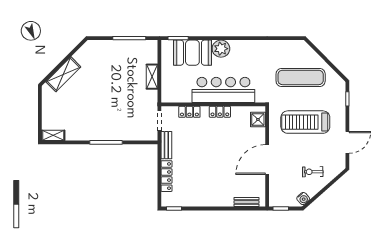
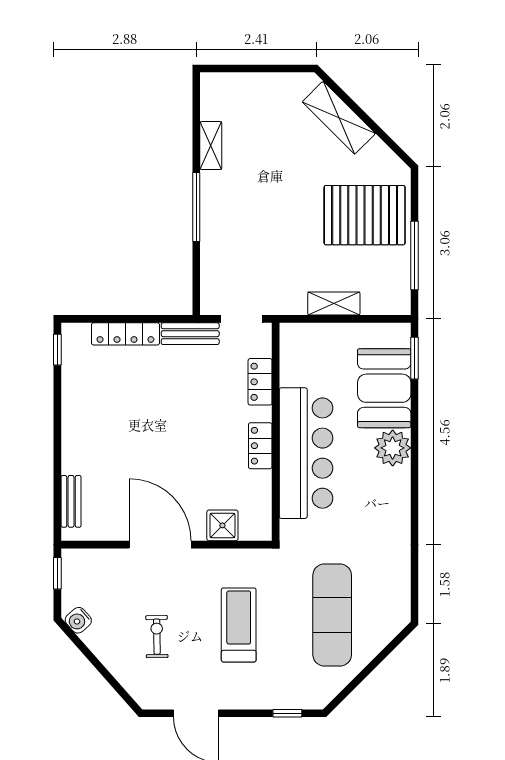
pallet: (110, 62) -> (365, 215), added
shower: (258, 119) -> (222, 525), moved
treadmill: (305, 122) -> (239, 625), width x0.73, depth x0.73
shelving: (53, 135) -> (211, 146), moved
exercise bike: (313, 172) -> (157, 637), moved

